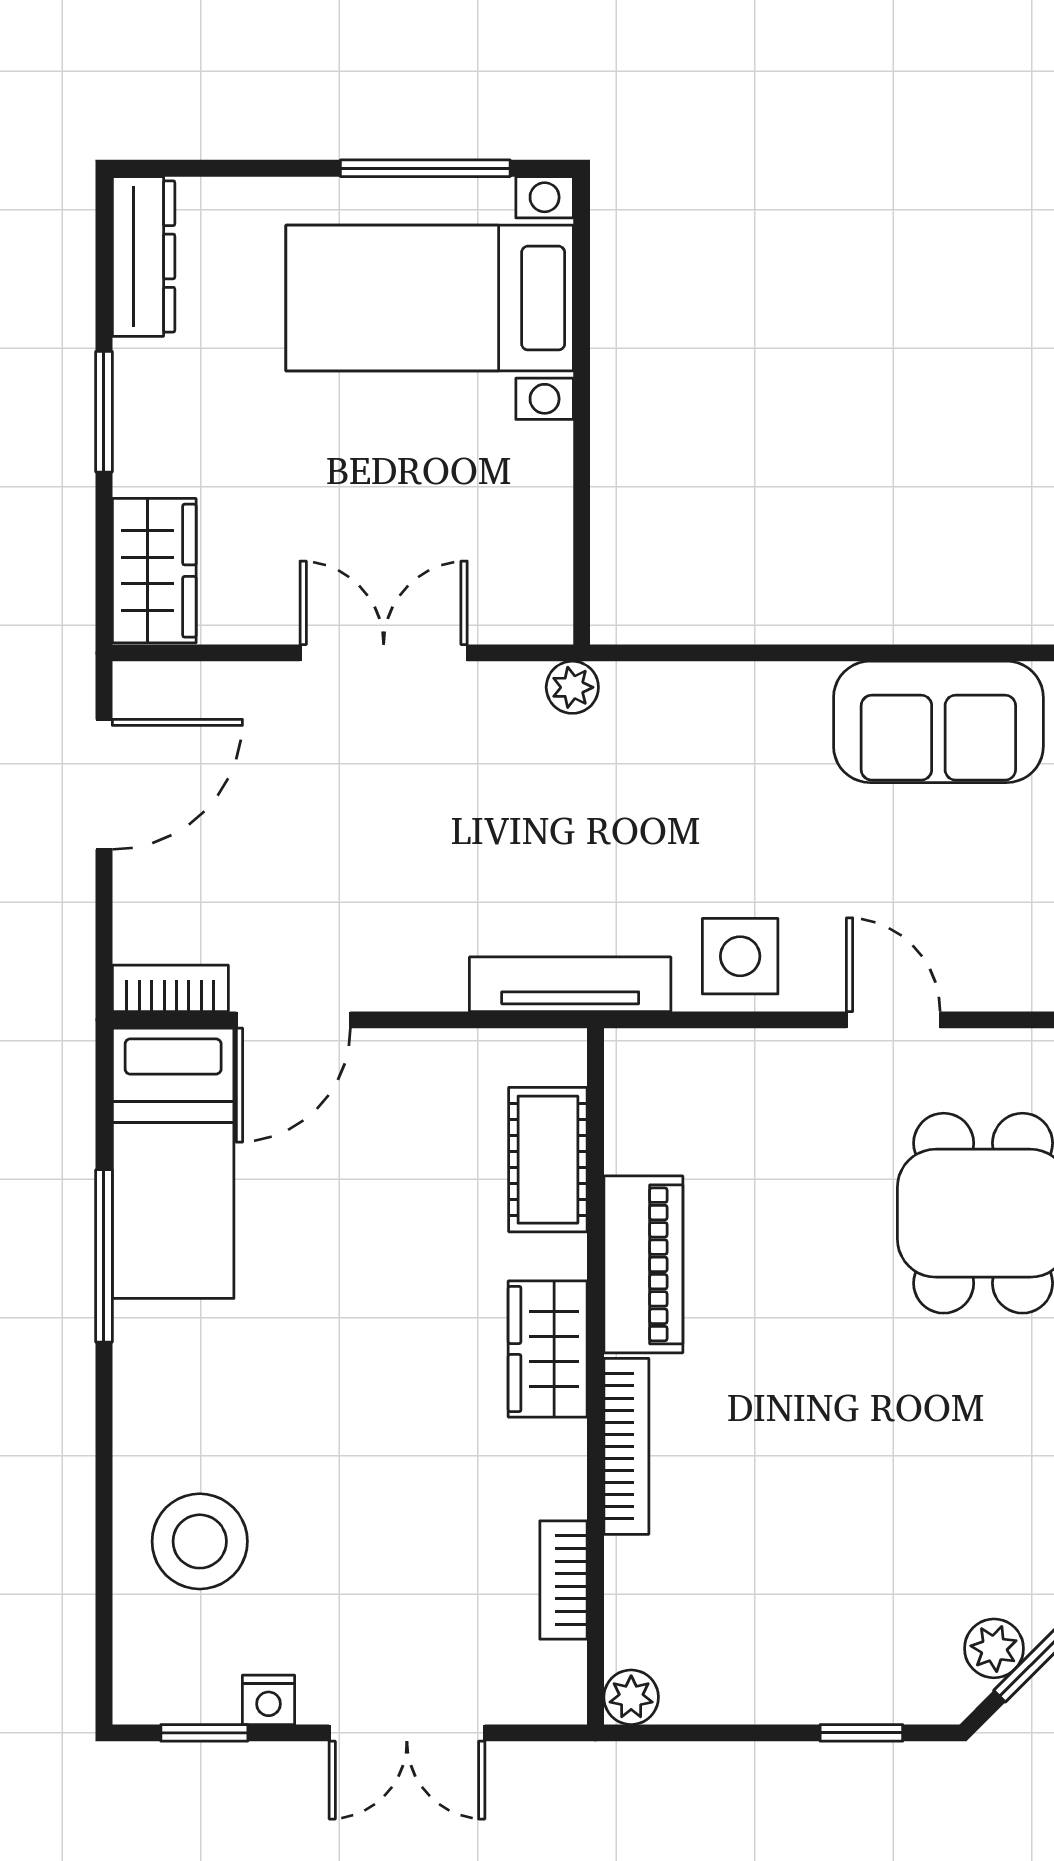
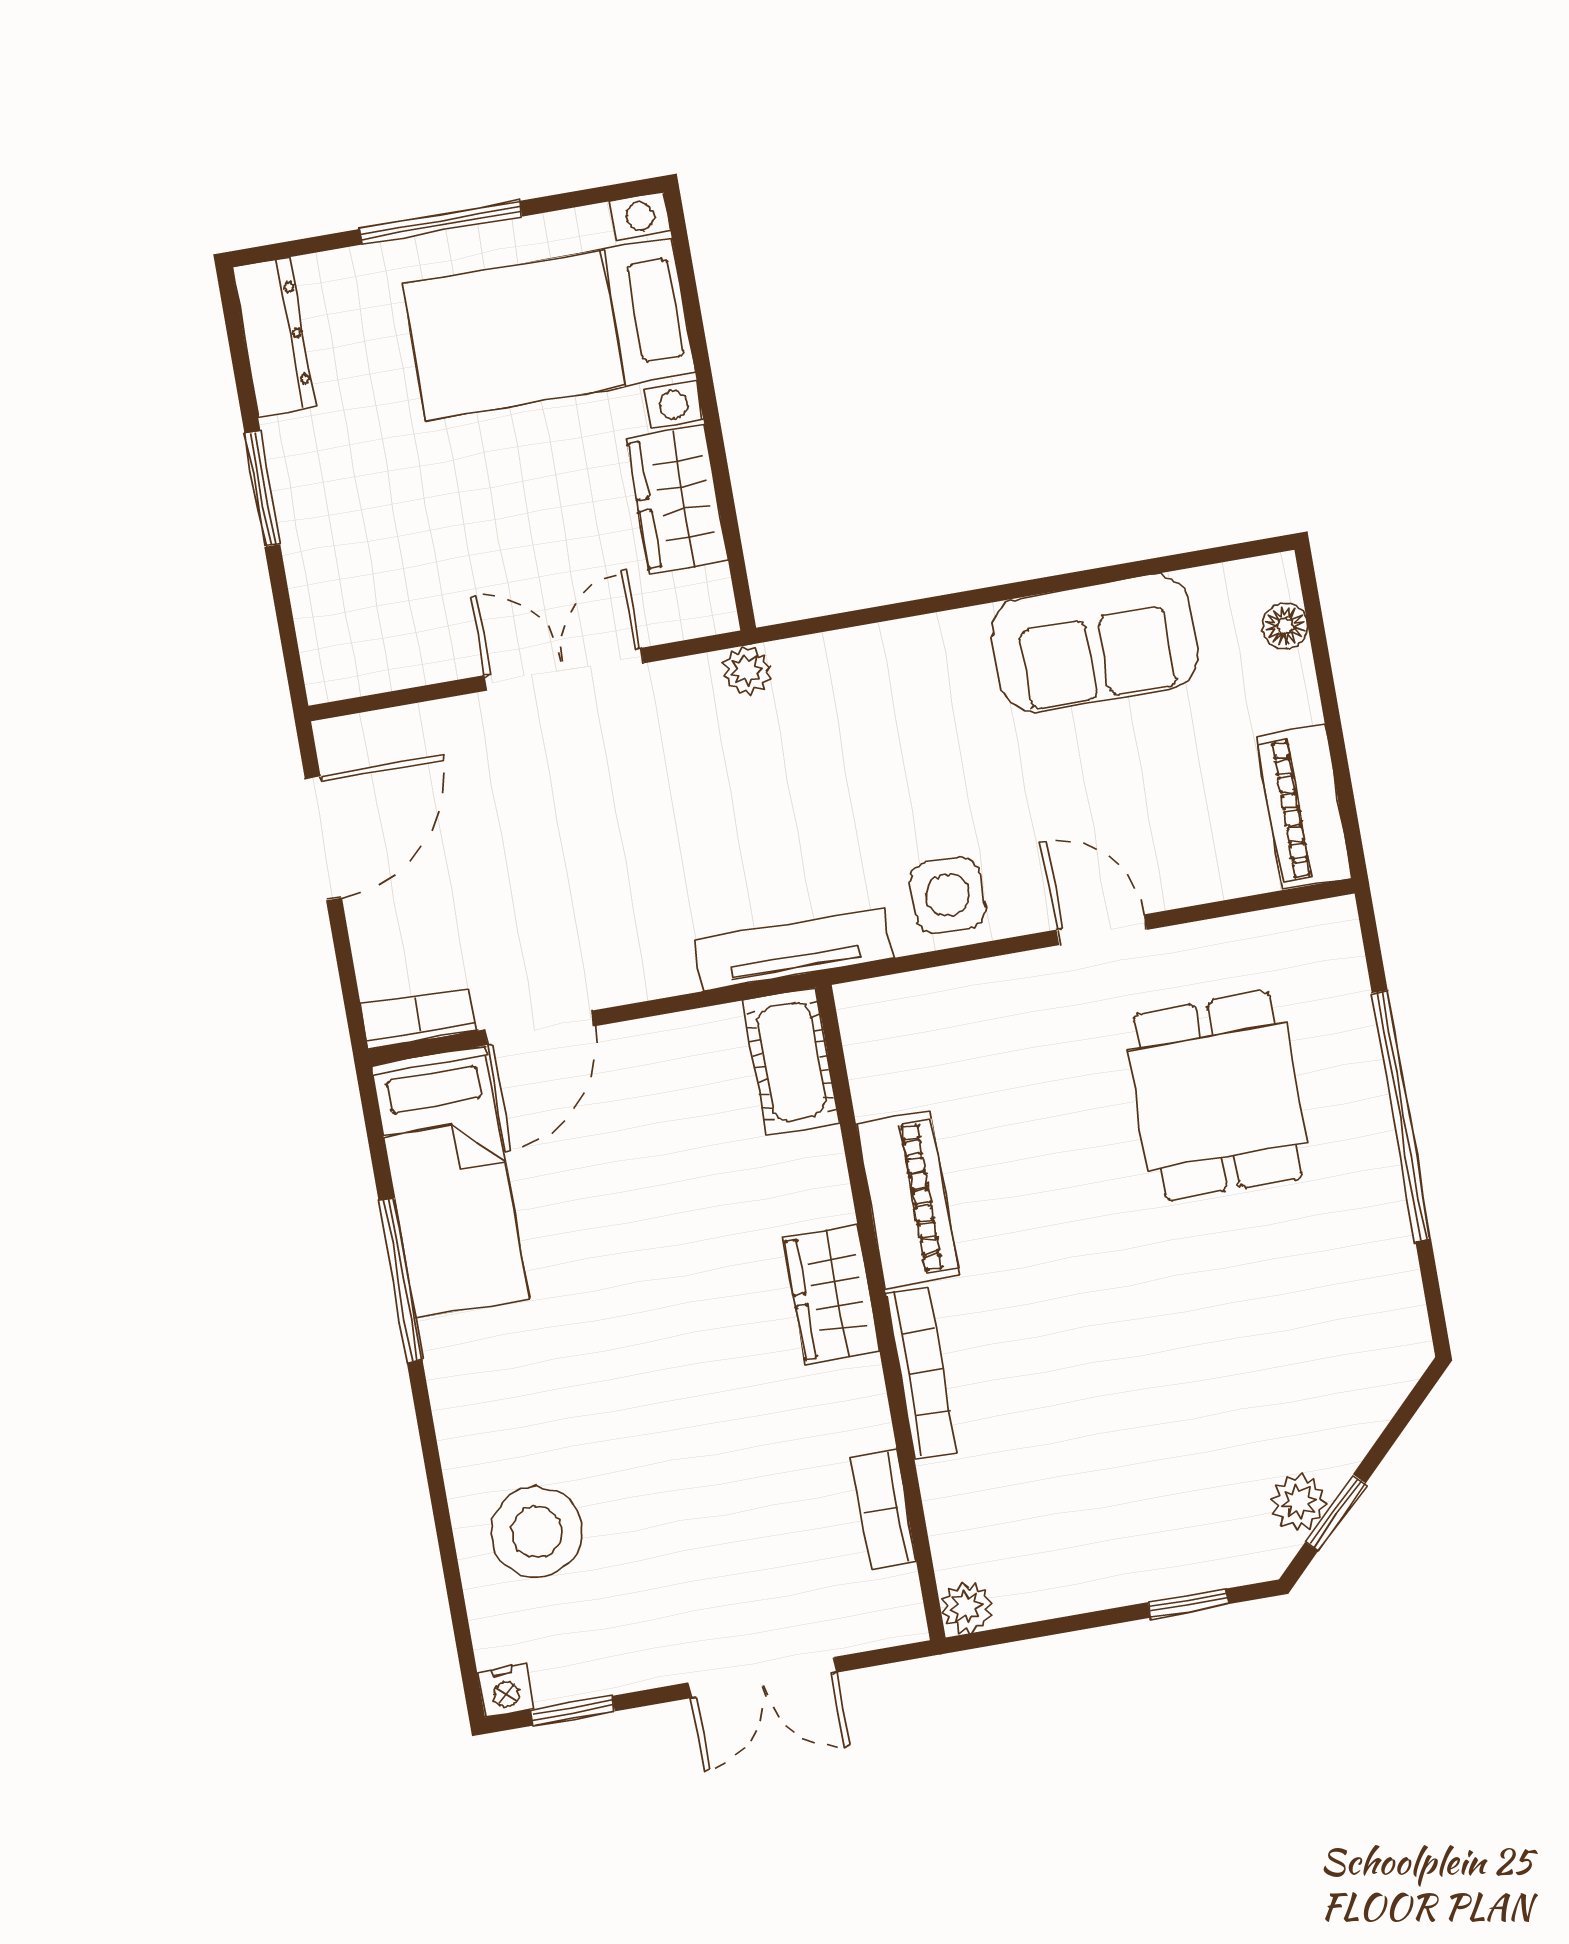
window: (425, 168) -> (441, 223), moved
wardrobe: (154, 571) -> (677, 499), moved, turned 180
cot: (548, 1160) -> (791, 1062), moved
nightstand: (268, 1700) -> (505, 1690), moved

